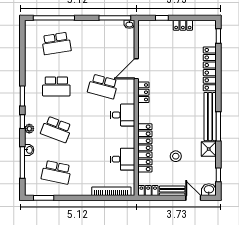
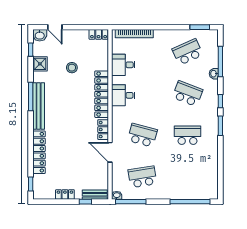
school desk: (56, 43) -> (142, 177), moved
door: (136, 69) -> (110, 152), swing flipped
desk: (123, 115) -> (123, 95), moved
plant: (29, 129) -> (214, 94), removed
locker: (145, 148) -> (102, 94), moved
shower: (209, 149) -> (40, 64), moved
school desk: (56, 172) -> (187, 52), turned -36
bench: (172, 191) -> (95, 195), moved

